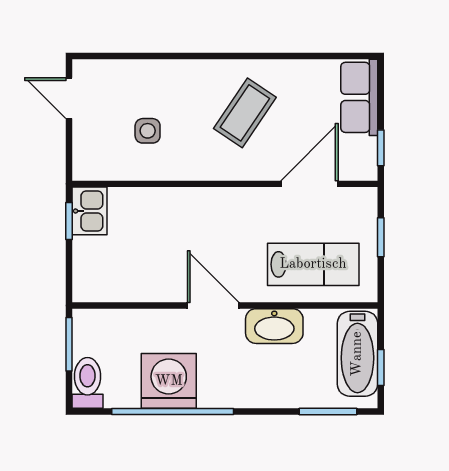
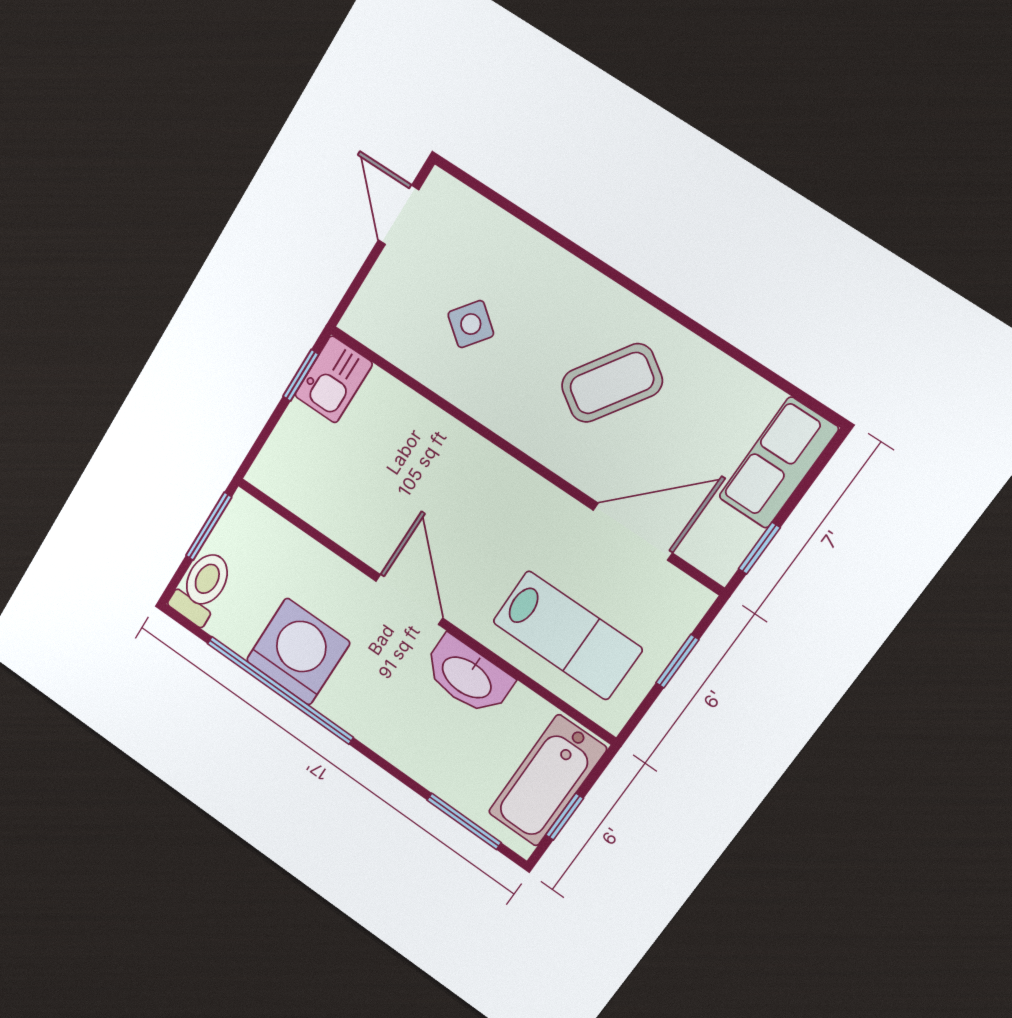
side table: (148, 131) -> (471, 324), turned 38

